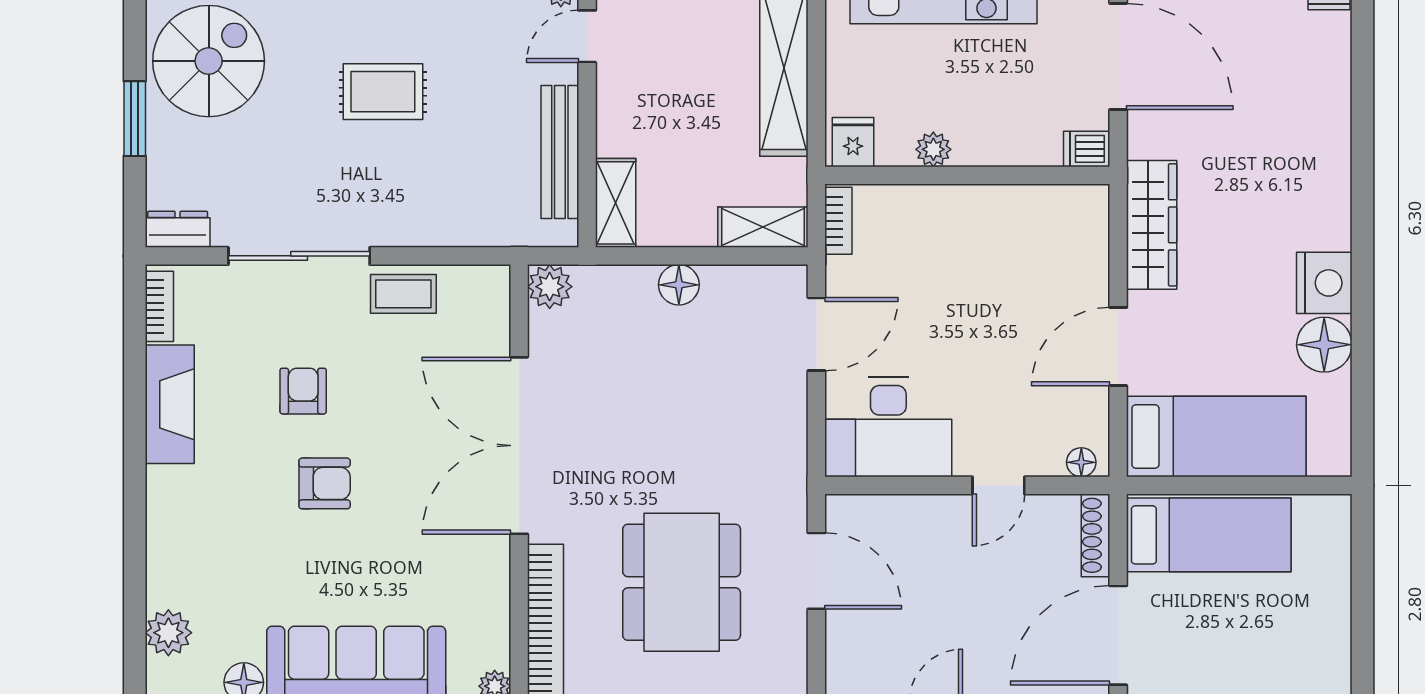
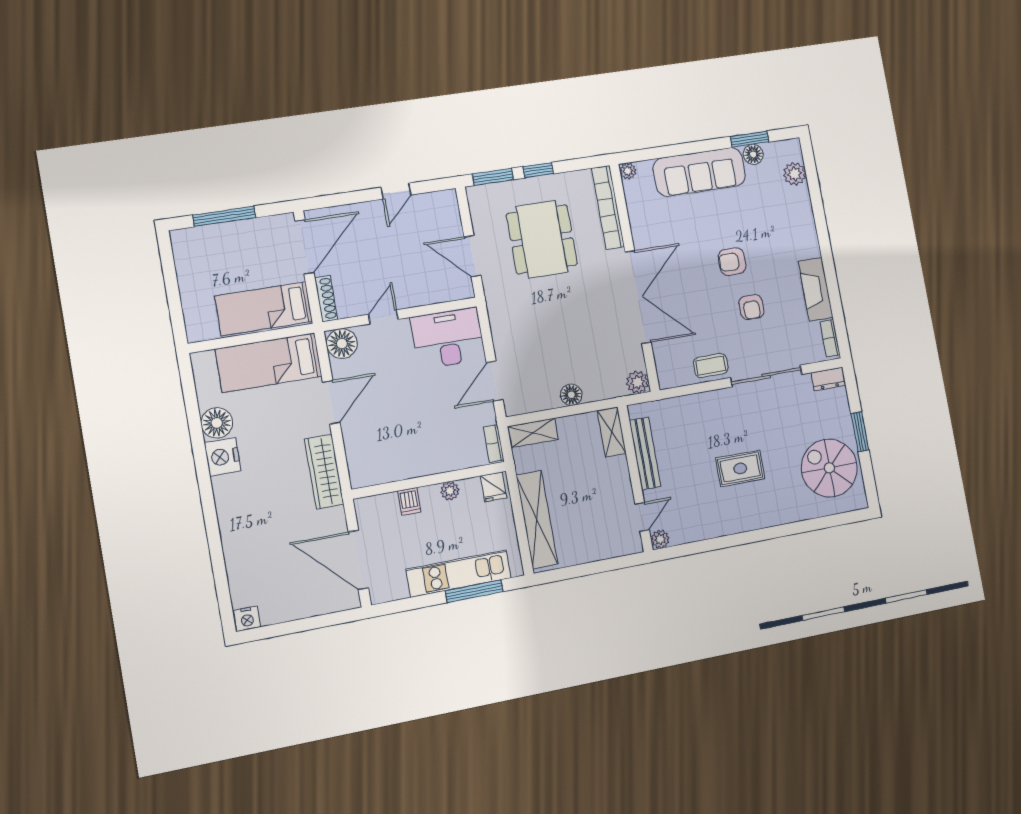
spiral stairs: (209, 61) -> (829, 468), turned 90
dishwasher: (1087, 149) -> (409, 501), moved, turned 90
floor lamp: (1081, 462) -> (342, 344), width x1.89, depth x1.89

